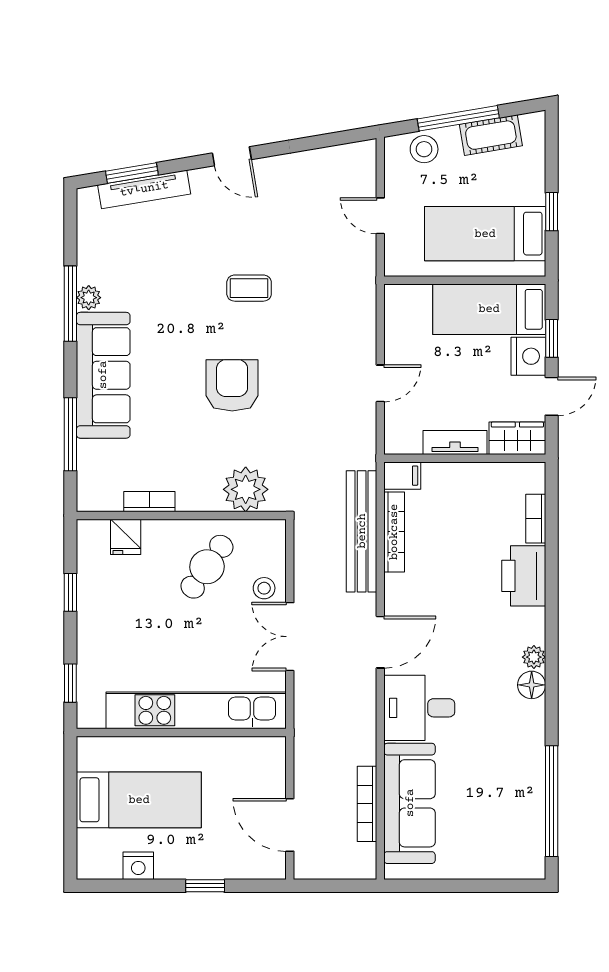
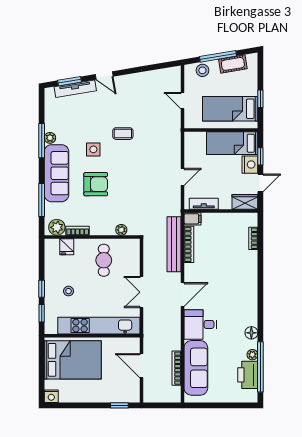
door: (232, 156) -> (104, 75), moved
side table: (184, 323) -> (93, 149), added
armchair: (232, 385) -> (96, 184), moved, turned 90
tv unit: (455, 442) -> (204, 204), moved
plant: (246, 489) -> (121, 230), width x0.53, depth x0.53
plant: (104, 494) -> (57, 227), added
cafe table: (207, 567) -> (104, 260), turned -35
printer: (524, 576) -> (248, 375), moved
stool: (264, 588) -> (68, 291), moved
window: (70, 592) -> (42, 289), moved
plant: (534, 657) -> (252, 355), moved
floor lamp: (532, 685) -> (251, 333), moved
bed: (139, 800) -> (73, 360), width x1.50
door: (290, 825) -> (141, 366), moved
nightstand: (138, 866) -> (51, 396), moved
window: (205, 886) -> (119, 405), moved

